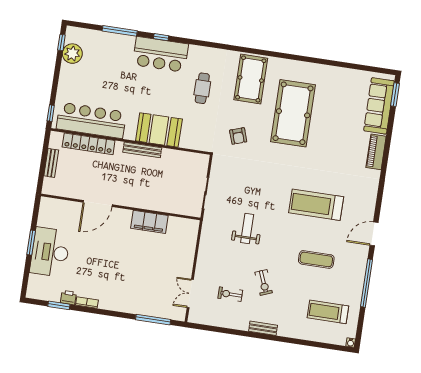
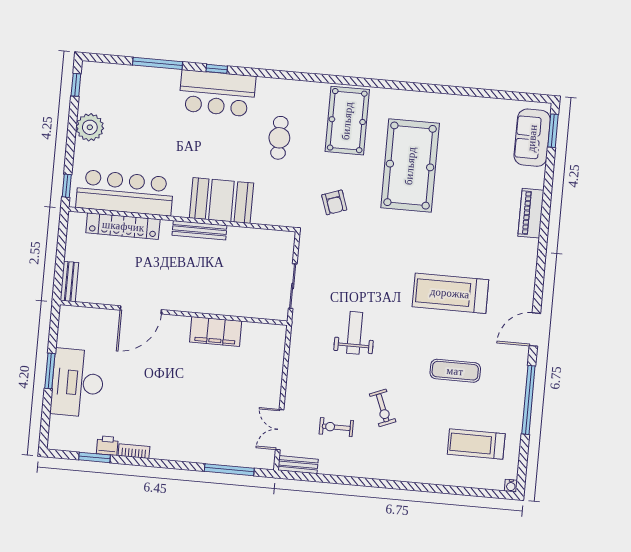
plant: (72, 54) -> (90, 127), moved
sofa: (379, 106) -> (532, 138), width x0.73
bench: (51, 163) -> (69, 282), moved
bench: (263, 328) -> (298, 465), moved

